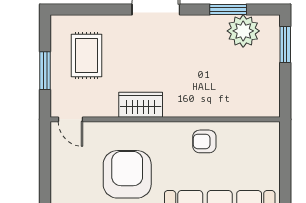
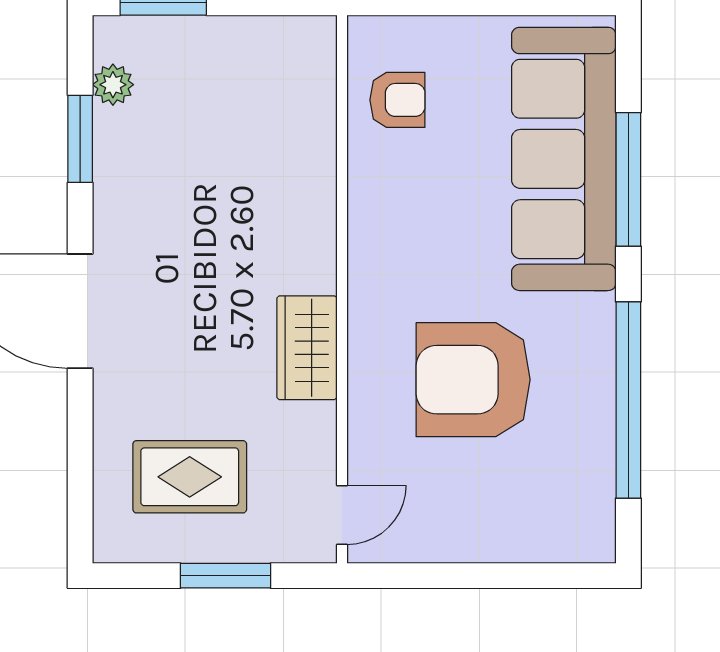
plant: (243, 31) -> (113, 85), width x0.53, depth x0.53
armchair: (204, 141) -> (397, 100), moved, turned -90

